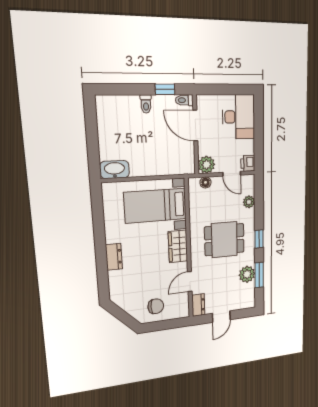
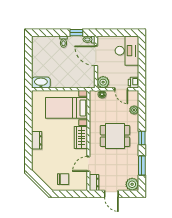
plant: (247, 274) -> (132, 184), moved
door: (221, 317) -> (111, 194), hinge flipped

